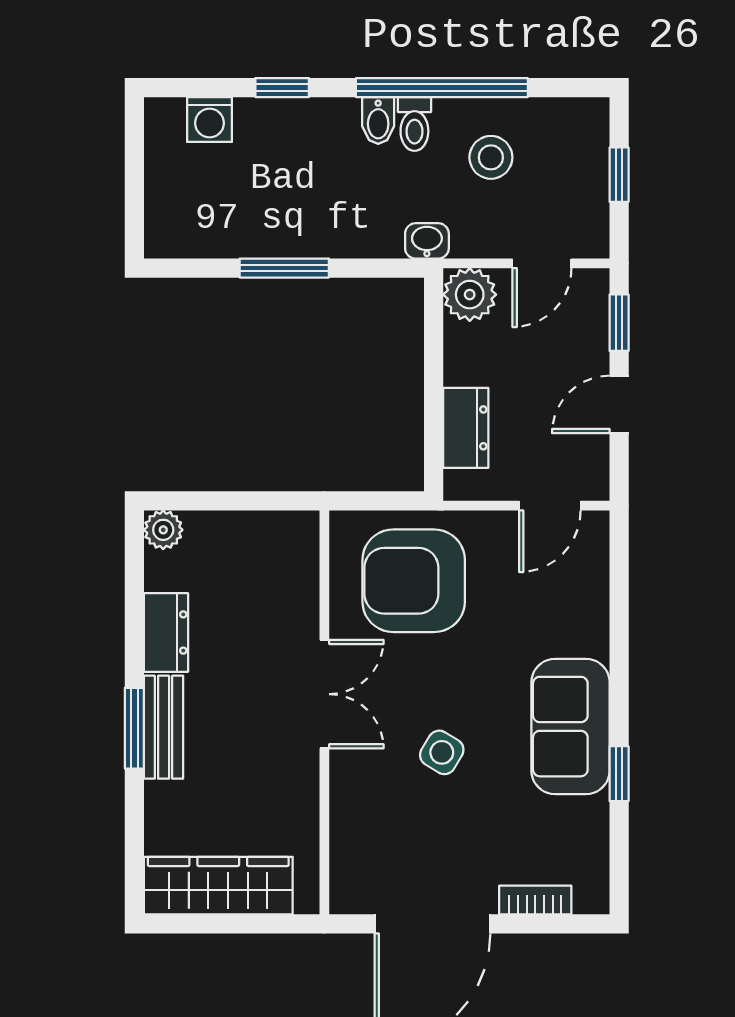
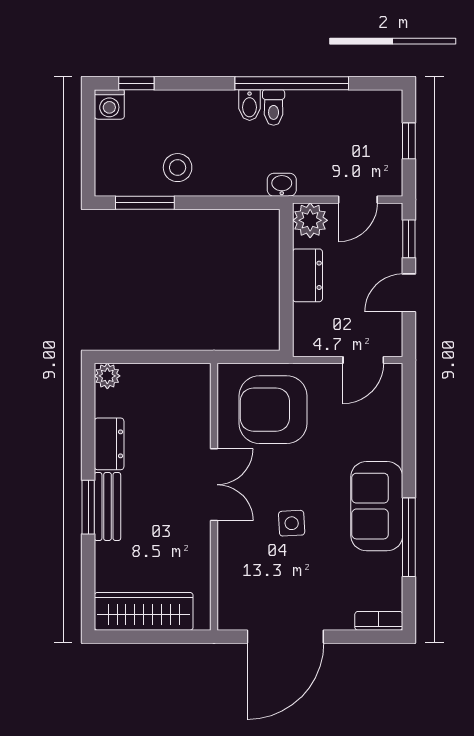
window: (282, 88) -> (136, 83), moved
washing machine: (210, 119) -> (109, 104), moved
stool: (491, 157) -> (178, 168), moved
window: (284, 268) -> (145, 203), moved
dresser: (466, 428) -> (307, 275), moved
side table: (442, 752) -> (292, 523), turned -34
window: (619, 774) -> (409, 537), width x2.17
bookcase: (535, 900) -> (379, 621), moved

